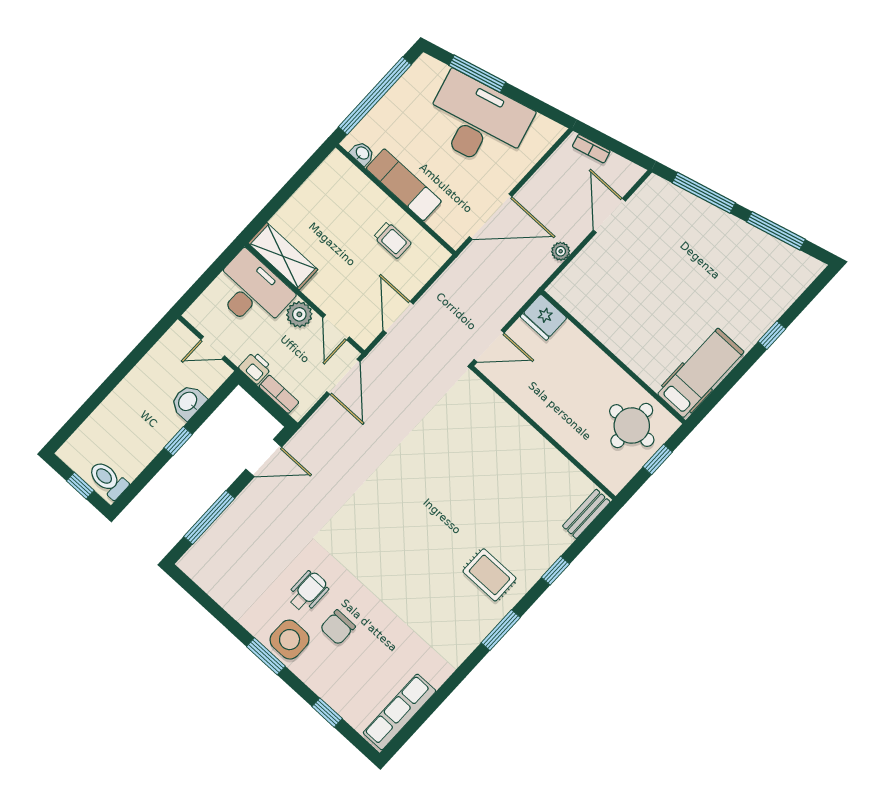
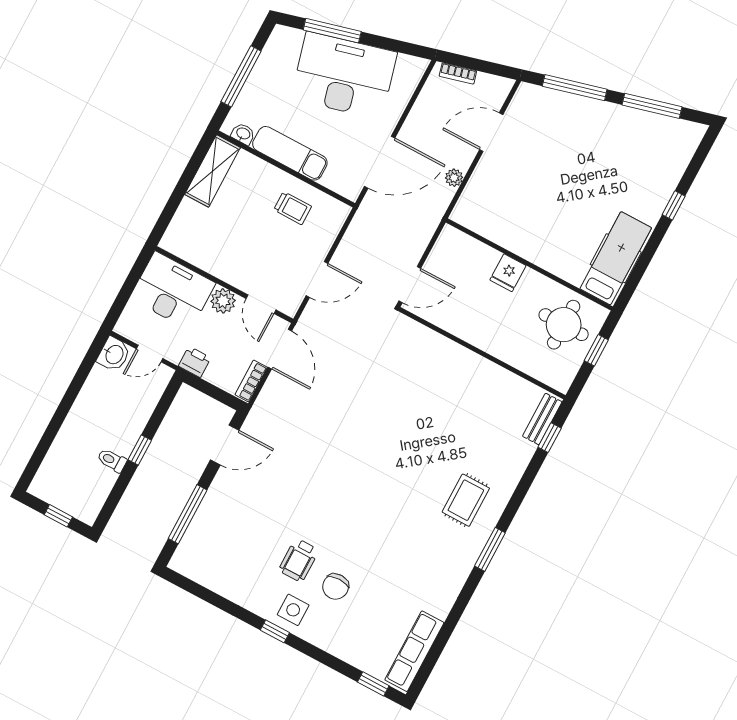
window: (375, 96) -> (241, 76), width x0.68
door: (609, 215) -> (491, 132), hinge flipped
shelving: (283, 256) -> (213, 171), moved, turned 90
door: (398, 317) -> (317, 280), swing flipped
fridge: (544, 317) -> (508, 273), moved, width x0.72
bookcase: (279, 394) -> (251, 381), moved, turned -90
washbasin: (188, 402) -> (114, 354), moved, turned 180
toilet: (108, 480) -> (112, 460), moved, width x0.73, depth x0.72
window: (555, 571) -> (550, 438), moved
rug: (489, 575) -> (466, 500), turned 90
wheelchair: (308, 592) -> (299, 560), turned 180
side table: (290, 640) -> (293, 610), width x0.73, depth x0.73
window: (266, 656) -> (275, 631), width x0.67
window: (327, 713) -> (373, 684), moved

